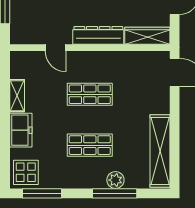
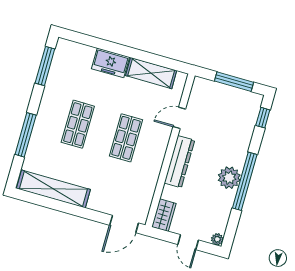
wardrobe: (147, 36) -> (164, 215), width x0.67
shelving: (17, 96) -> (151, 73), width x1.50, depth x1.33
display table: (26, 172) -> (69, 56), removed
plant: (115, 180) -> (38, 139), removed

